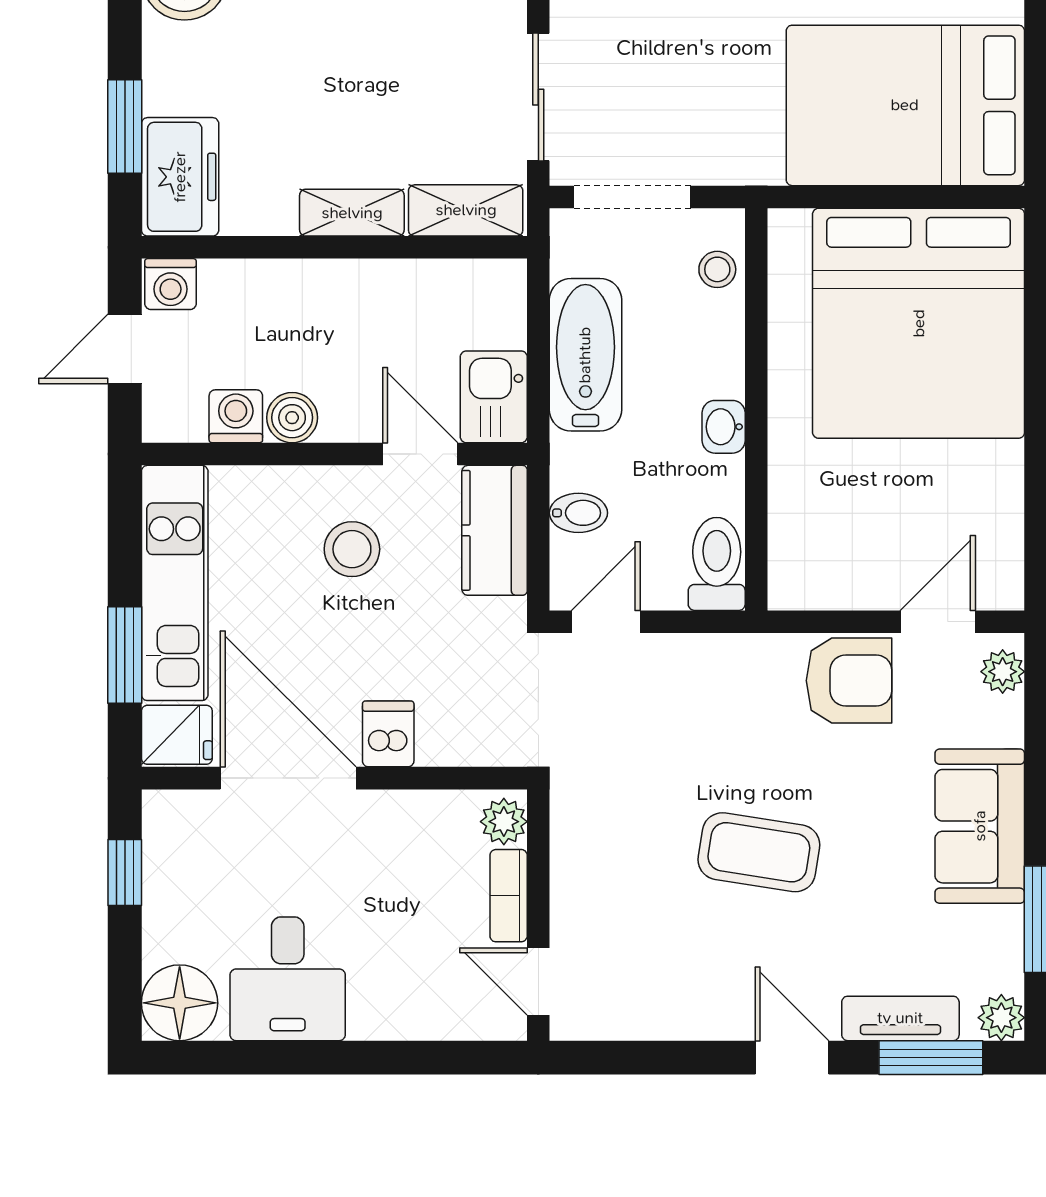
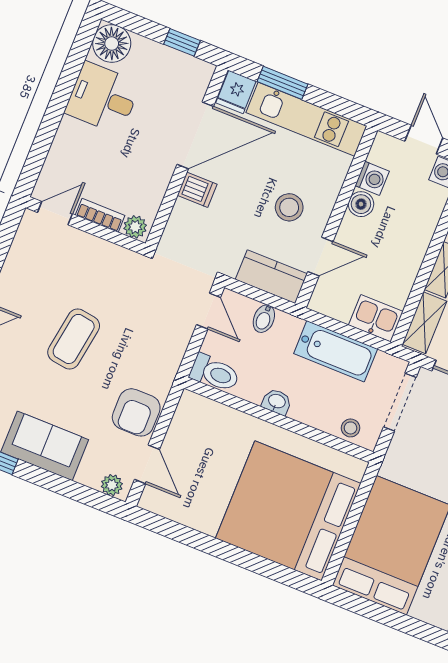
kitchen sink: (494, 397) -> (376, 318), moved

